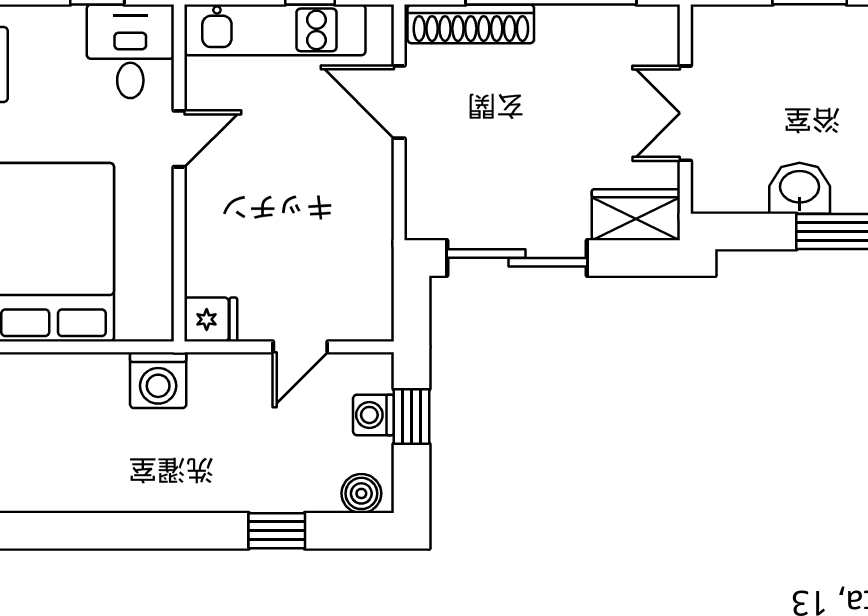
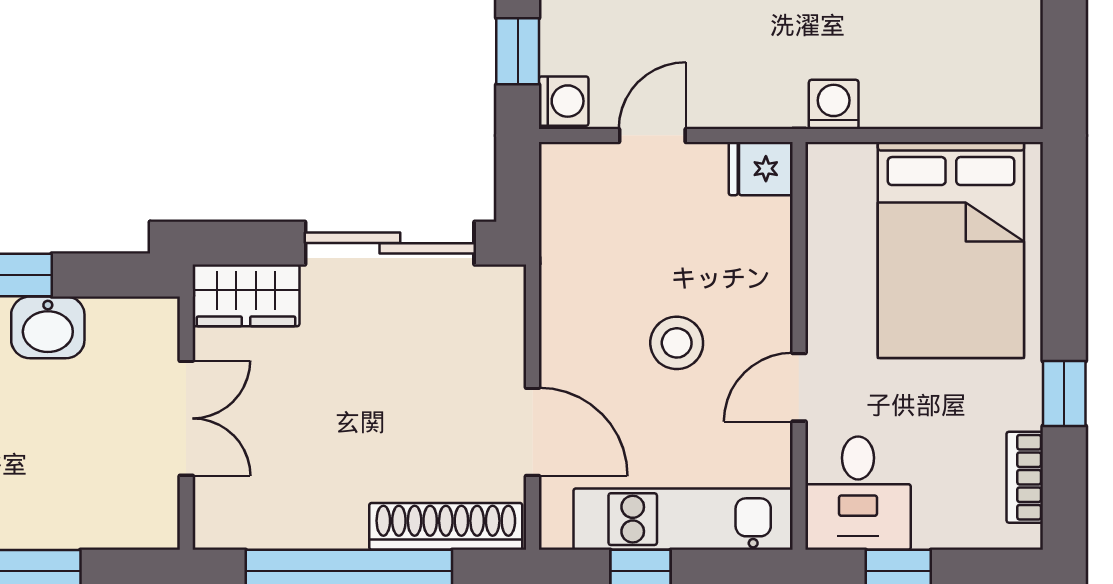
stool: (280, 175) -> (677, 343), added
washing machine: (158, 380) -> (834, 104), width x0.73, depth x0.73
washing machine: (373, 415) -> (564, 101), moved

